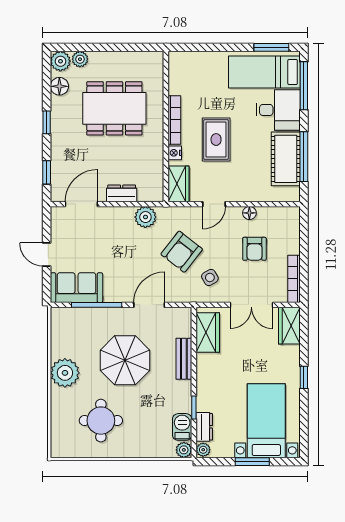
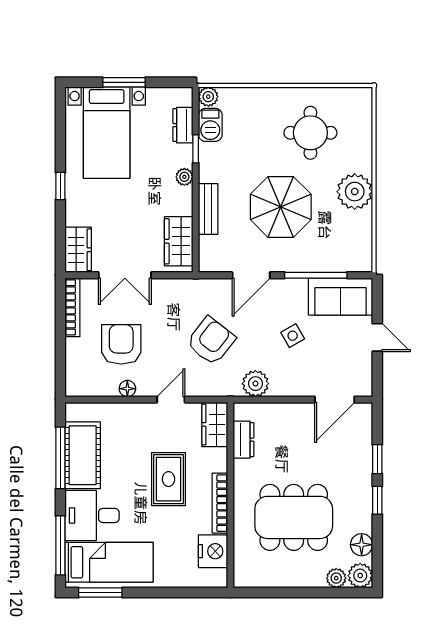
nightstand: (175, 153) -> (213, 551), moved, width x1.89, depth x1.79
window: (47, 172) -> (377, 459), moved
dresser: (122, 193) -> (243, 440), moved, turned -90
armchair: (254, 249) -> (121, 344), width x1.38, depth x1.38
side table: (210, 277) -> (293, 336), moved
double door: (251, 305) -> (125, 275), swing flipped
plant: (203, 450) -> (184, 177), moved

